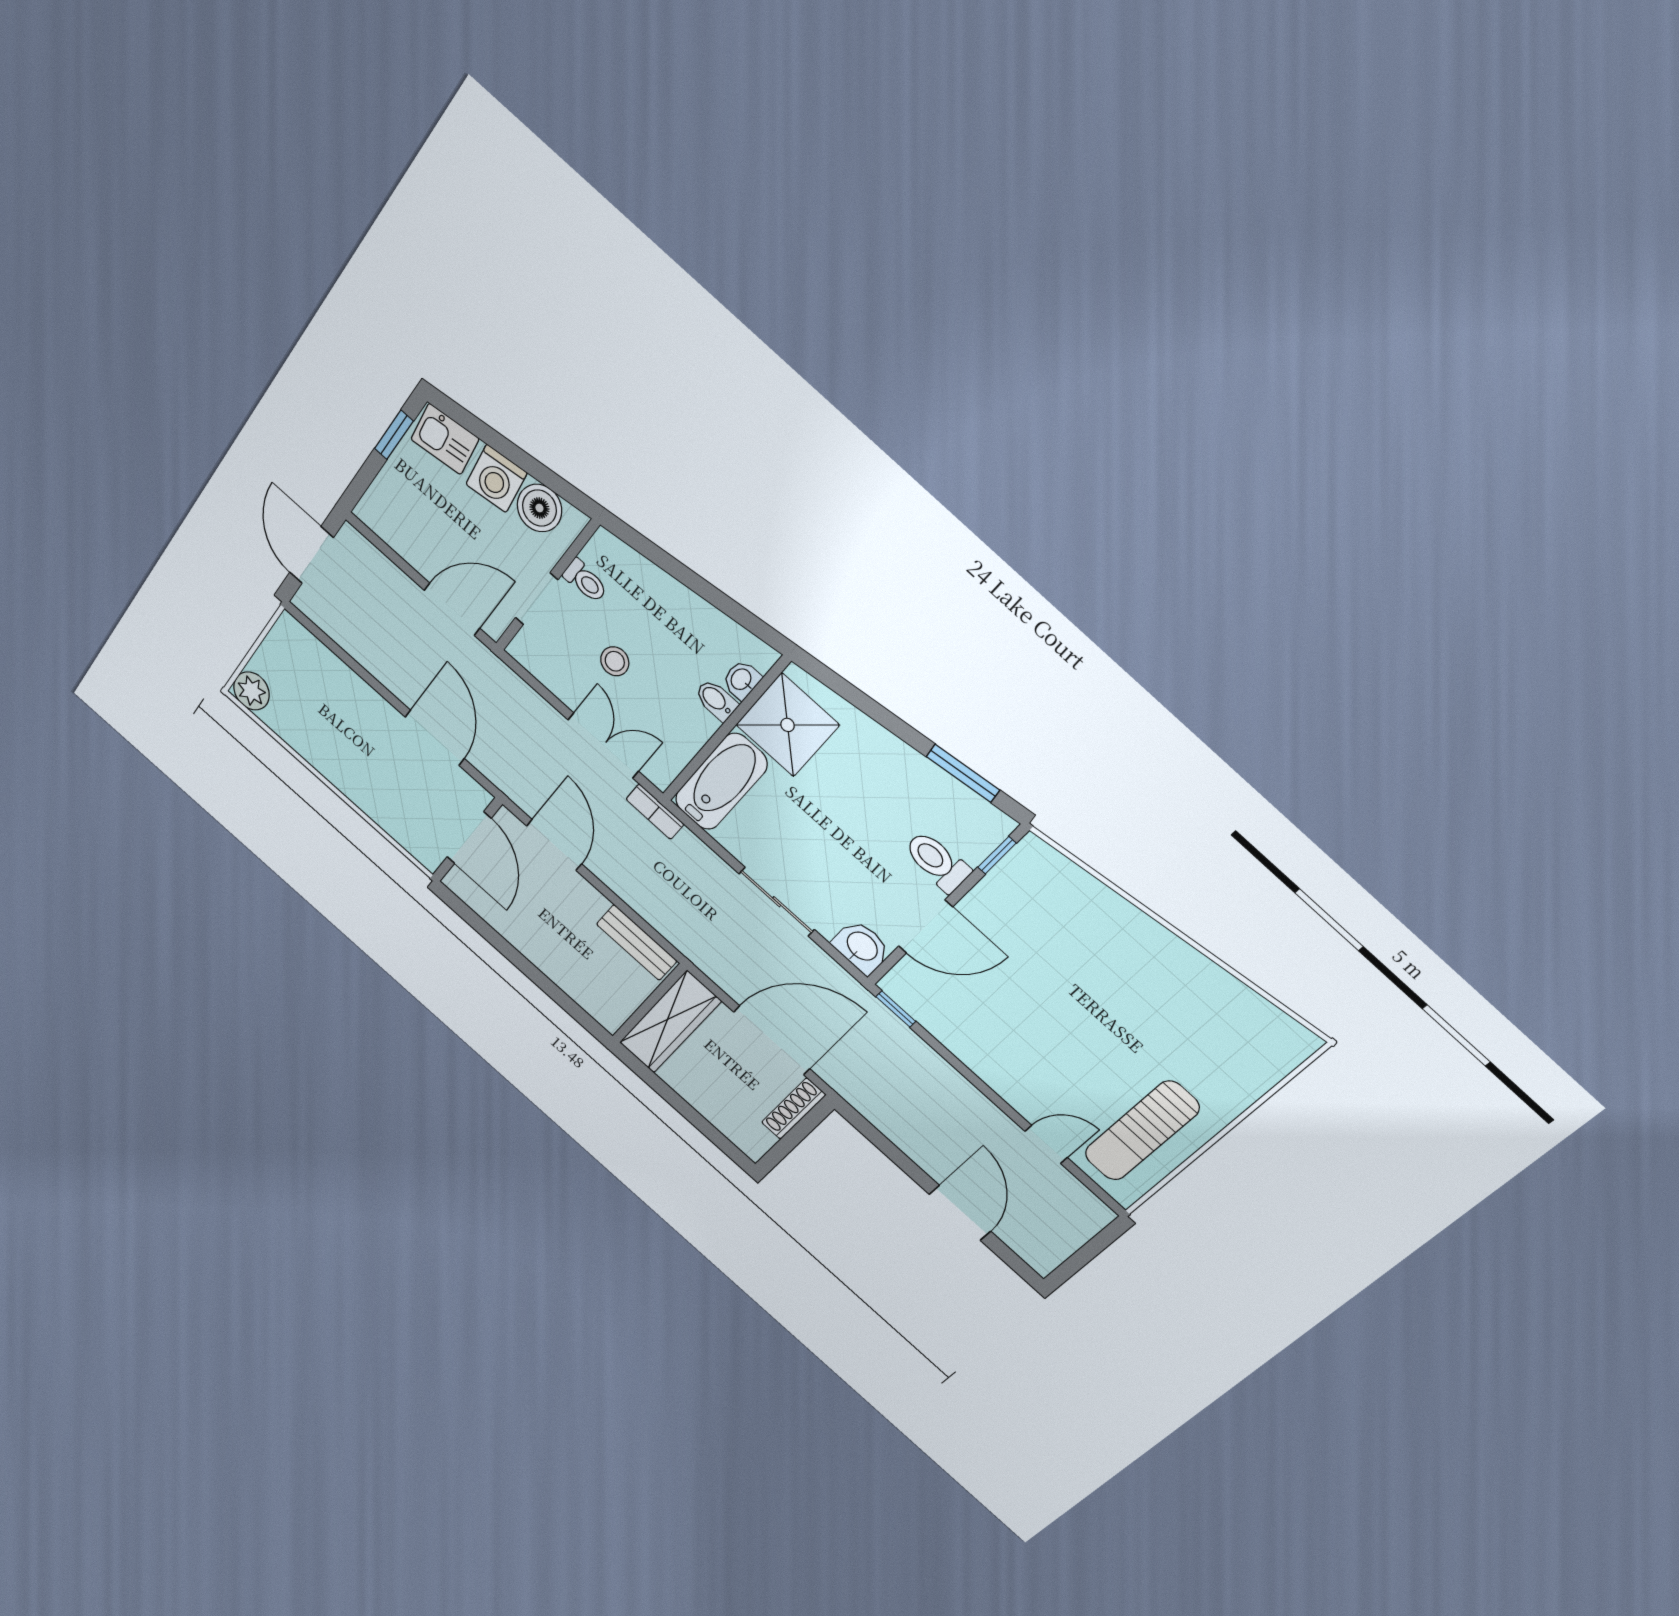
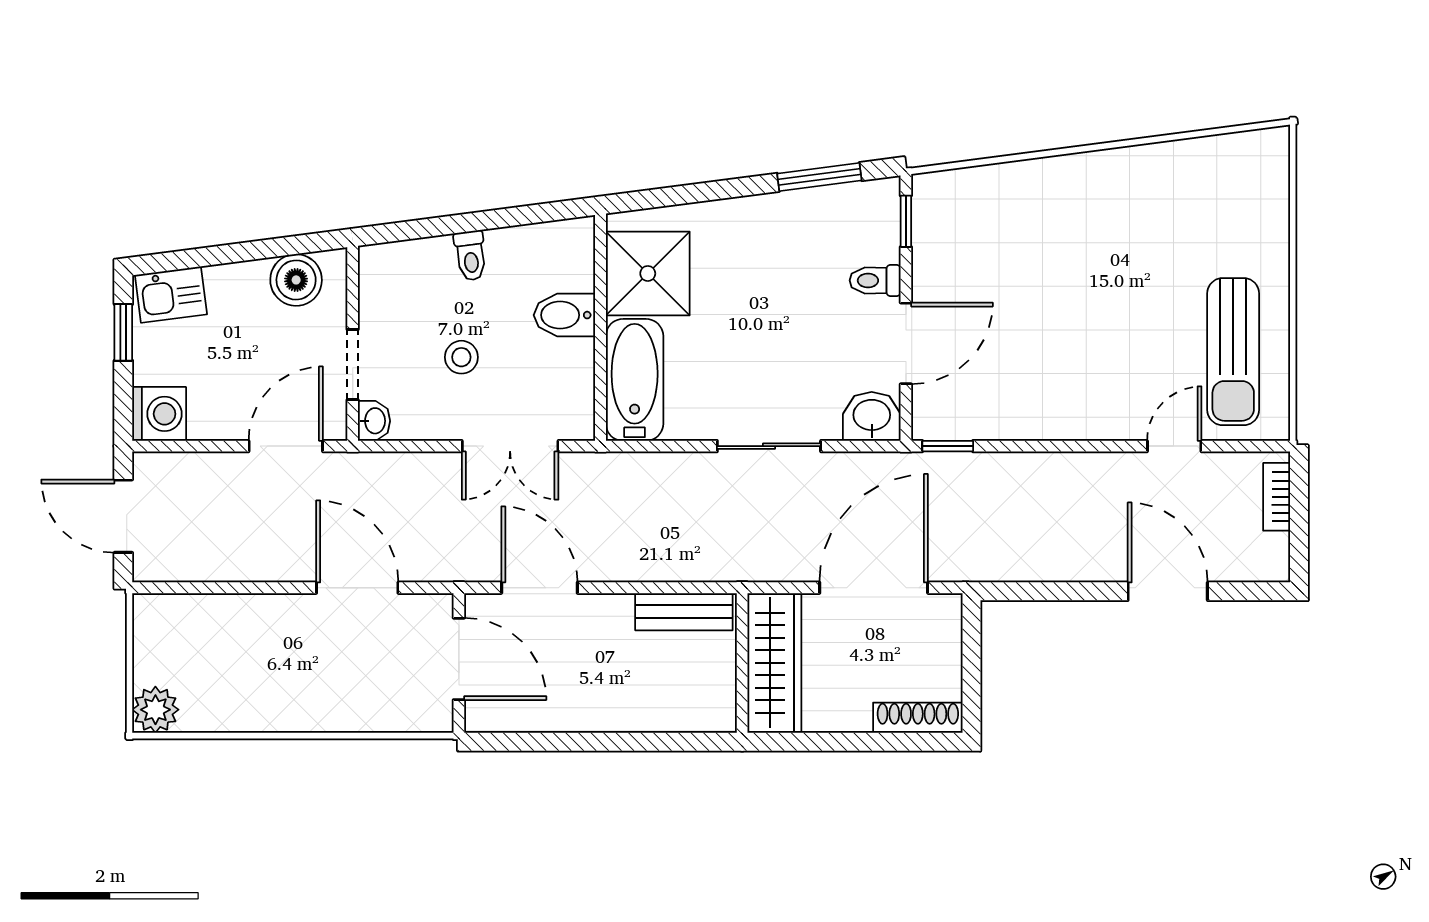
washing machine: (496, 478) -> (159, 414), moved, turned -83
toilet: (585, 581) -> (471, 256), moved, turned 83
washbasin: (742, 680) -> (374, 421), moved, turned 180
bidet: (716, 700) -> (564, 315), width x1.38, depth x1.36
double door: (603, 745) -> (510, 446), swing flipped
bookcase: (655, 812) -> (1277, 497), moved, turned 90
toilet: (937, 862) -> (875, 280), width x0.73, depth x0.72
shoe rack: (794, 1109) -> (918, 718), moved, turned 90

